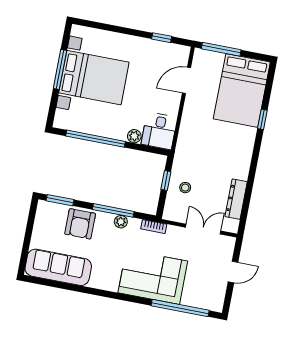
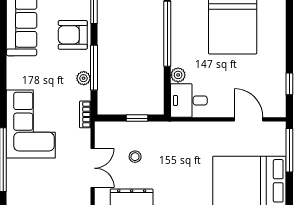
stool: (185, 188) -> (135, 157), moved

